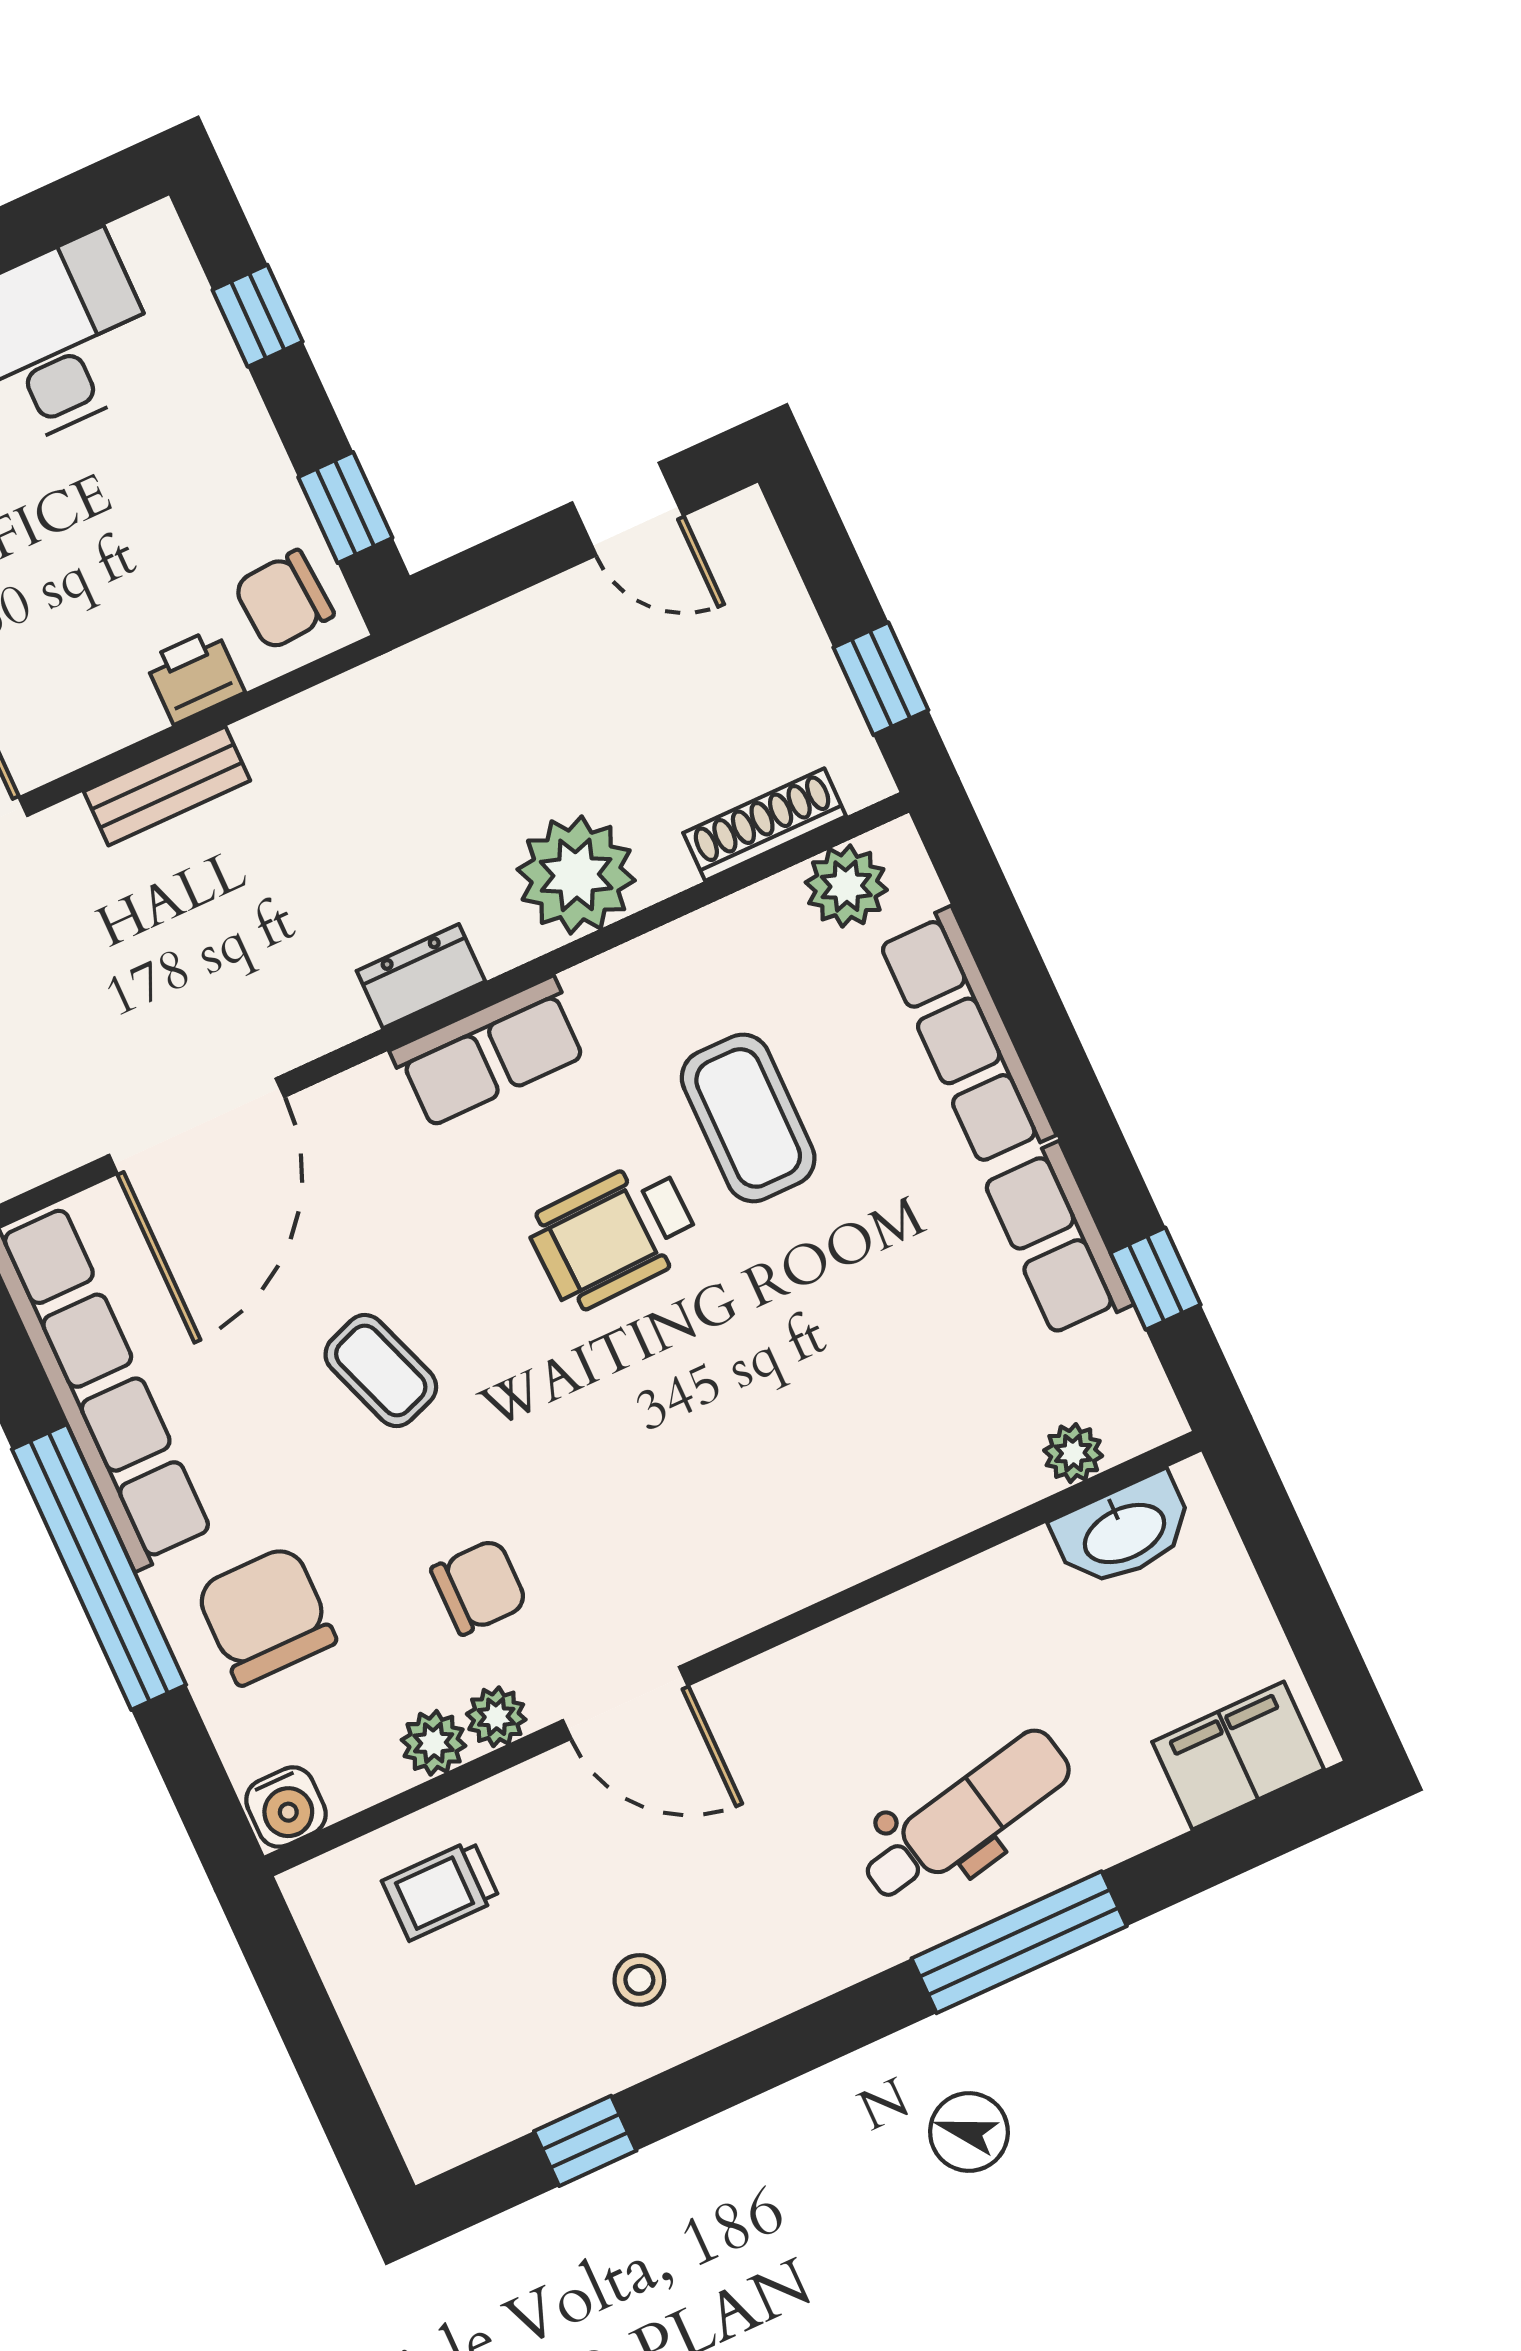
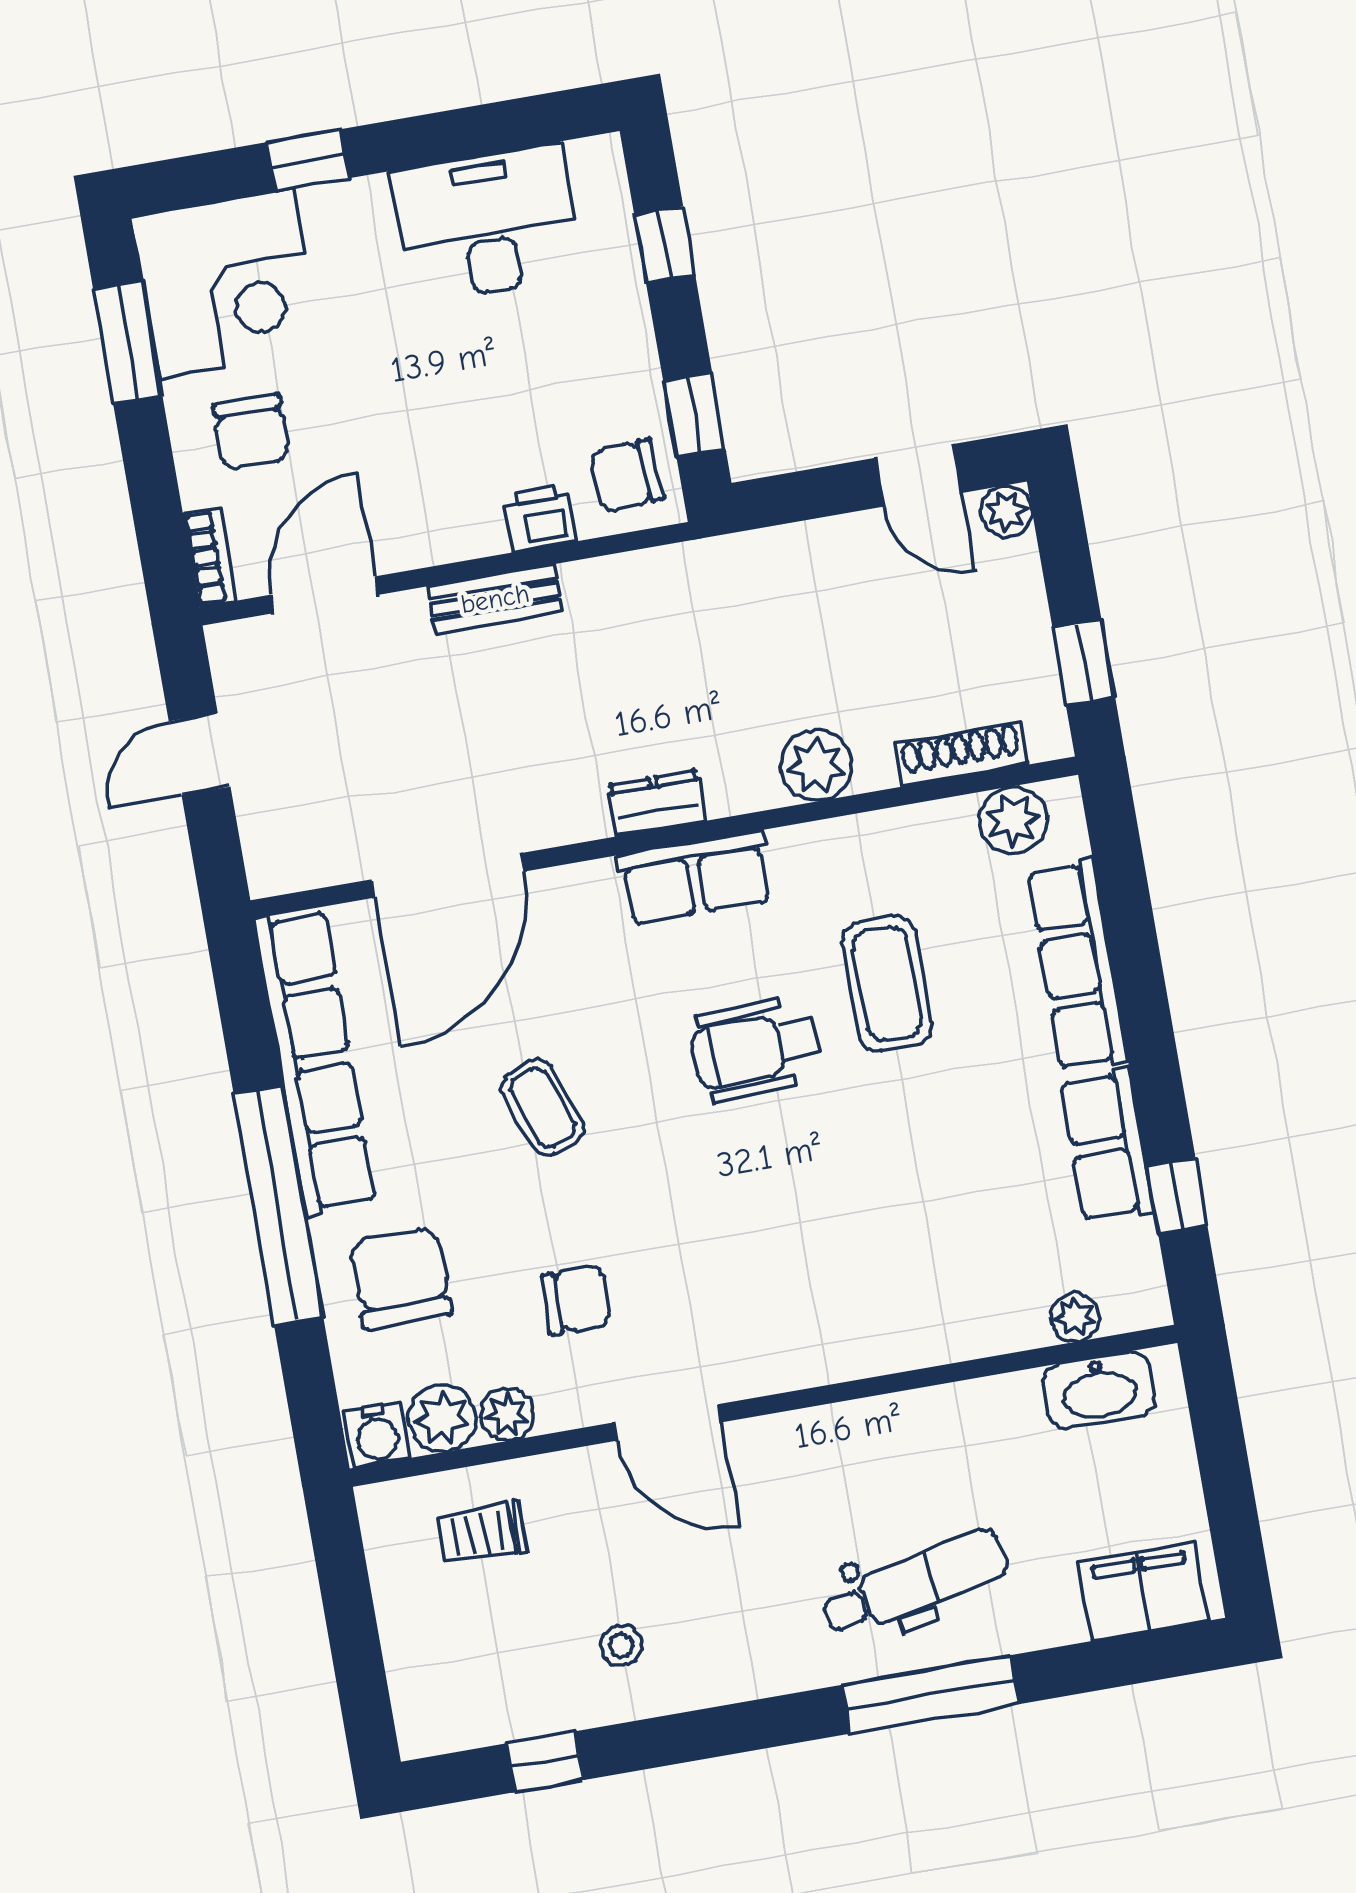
plant: (743, 524) -> (1006, 511), added
plant: (576, 875) -> (816, 766), width x0.73, depth x0.73
plant: (496, 1717) -> (442, 1418), moved, width x1.38, depth x1.38

